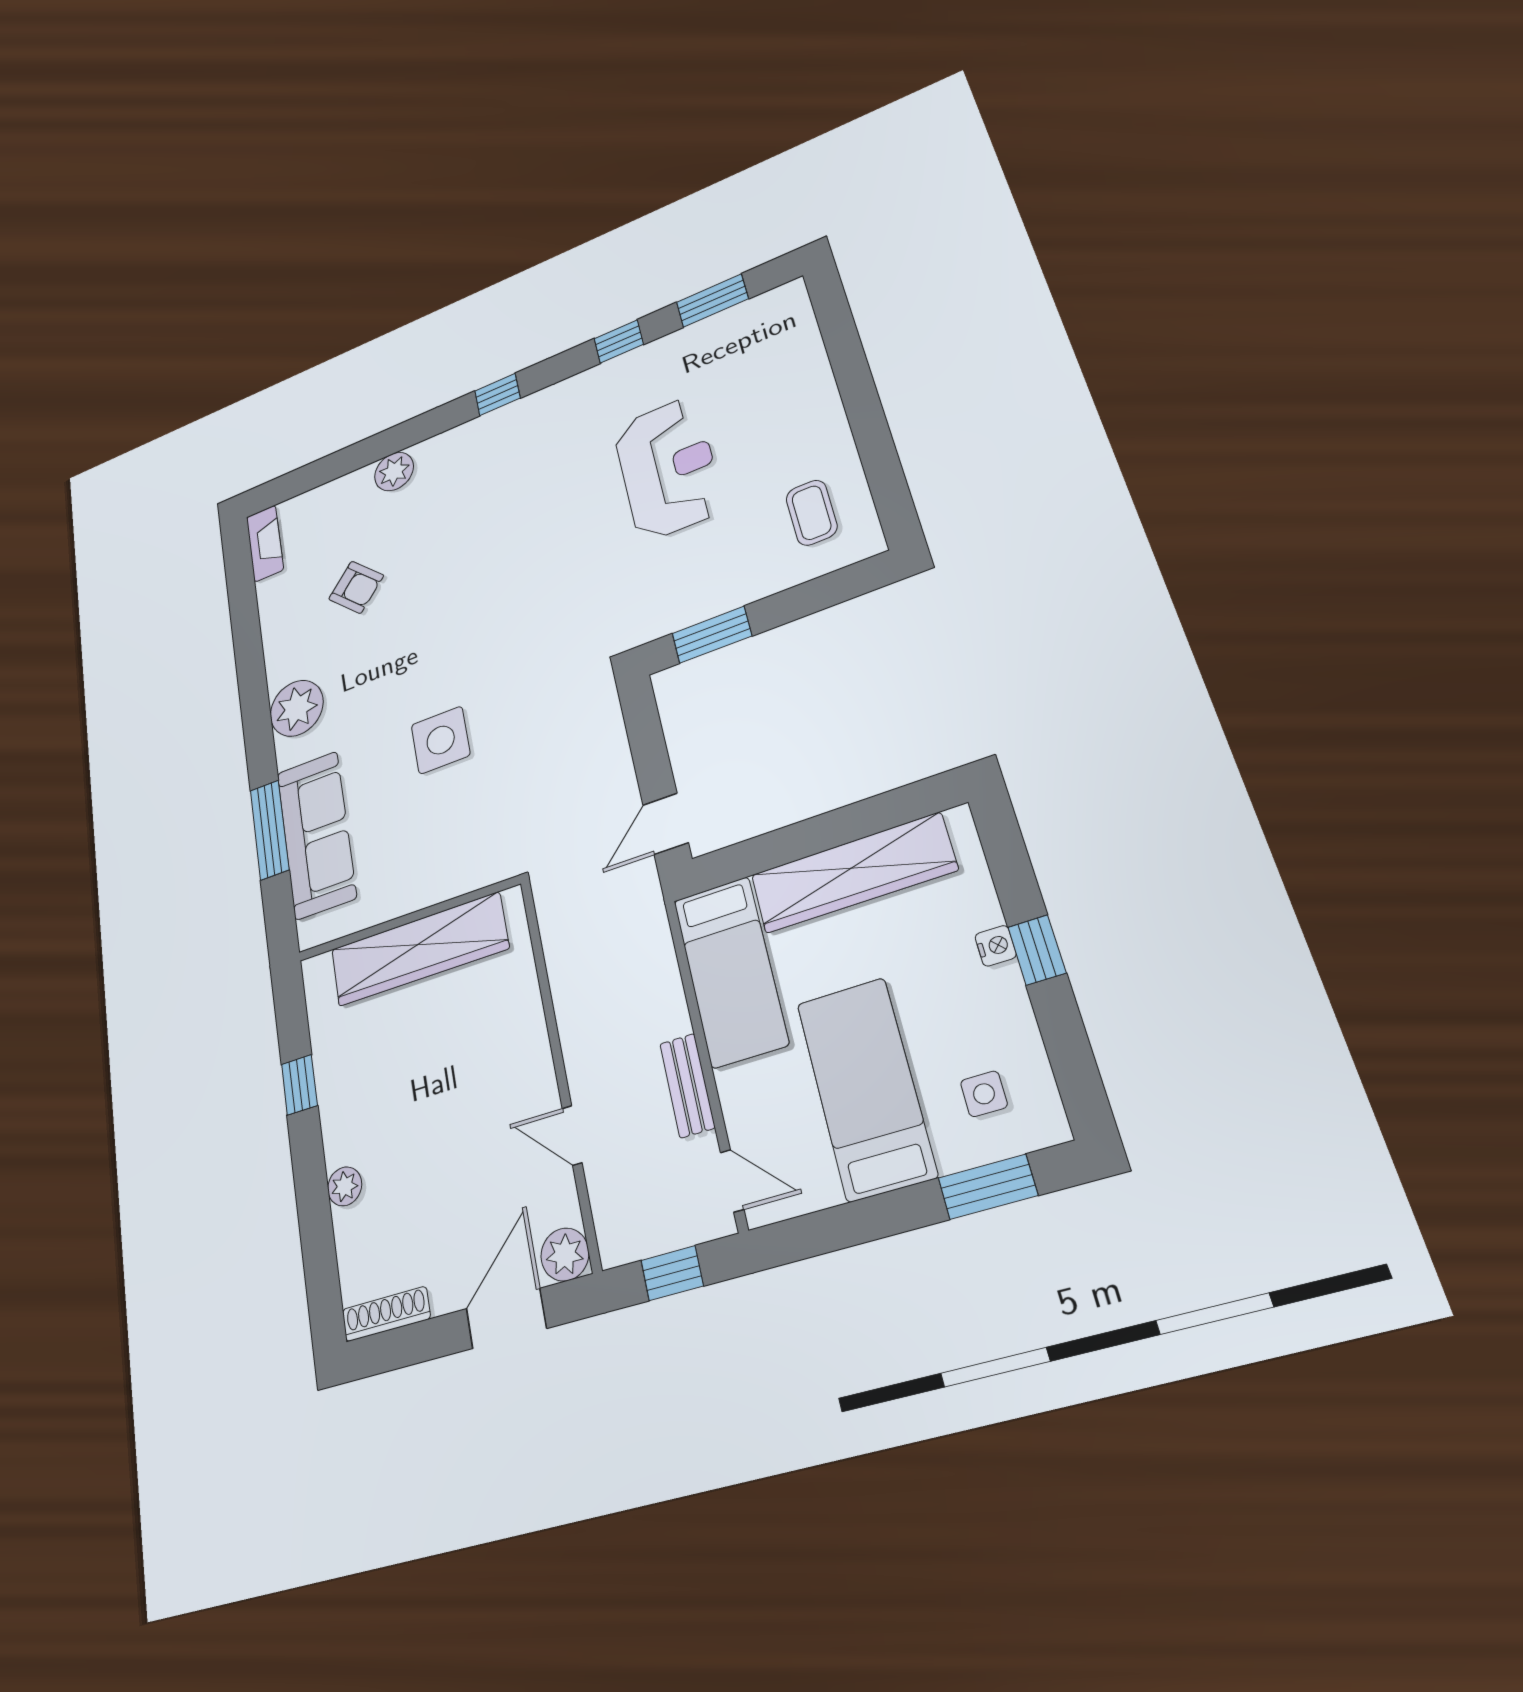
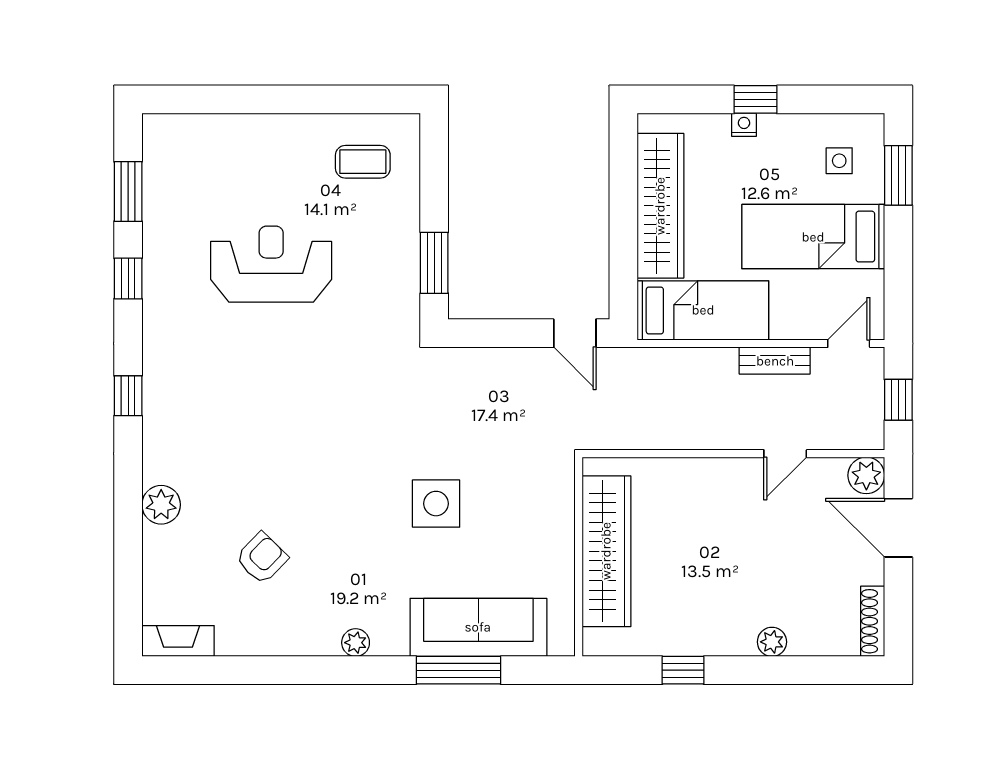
plant: (297, 708) -> (356, 643), width x0.53, depth x0.53

